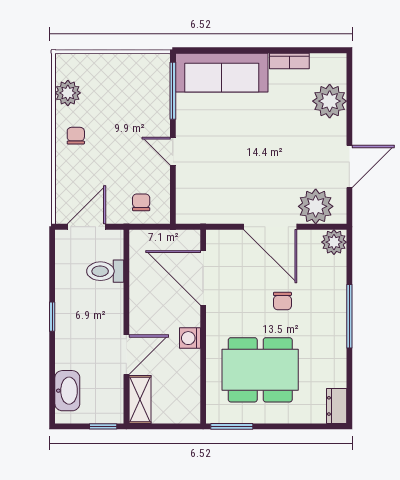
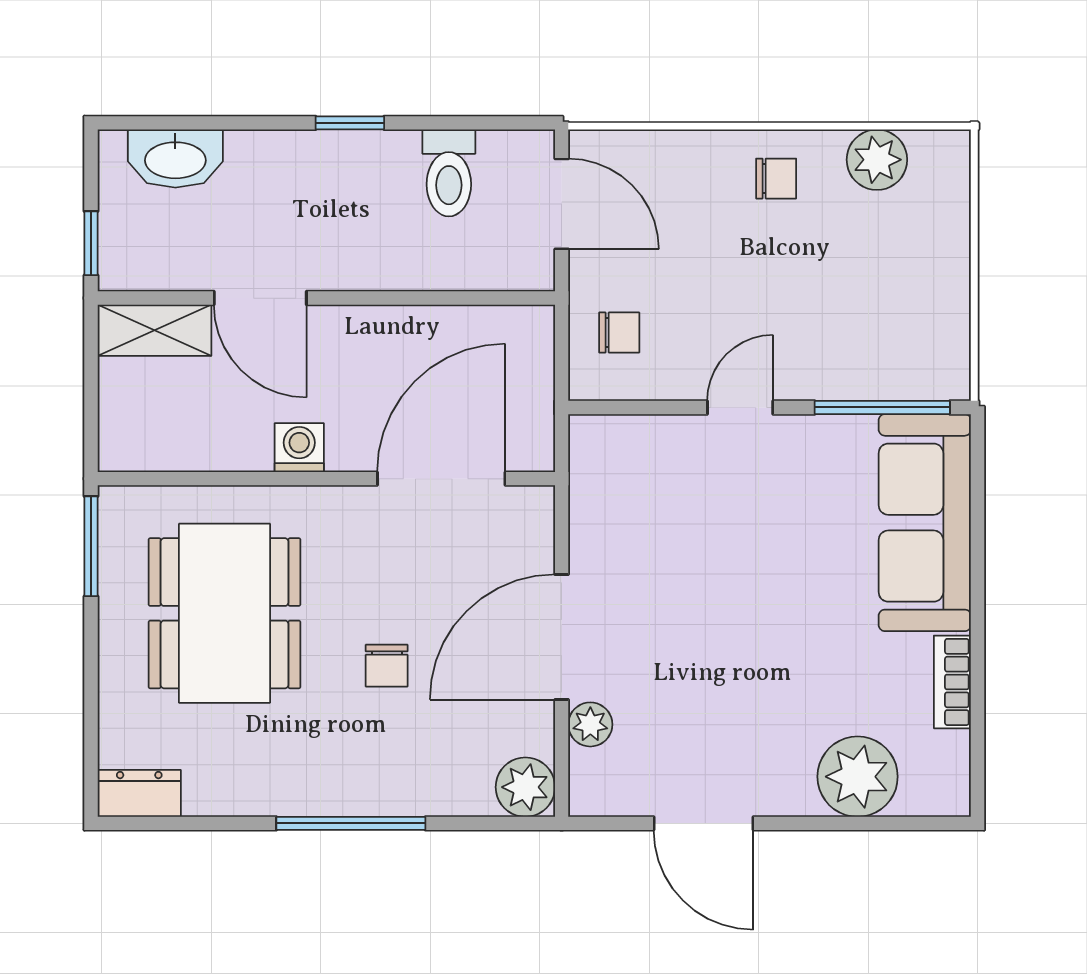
plant: (316, 206) -> (590, 724), width x0.53, depth x0.53
toilet: (105, 271) -> (449, 173), moved, turned 180
chair: (282, 301) -> (387, 666), turned -90

